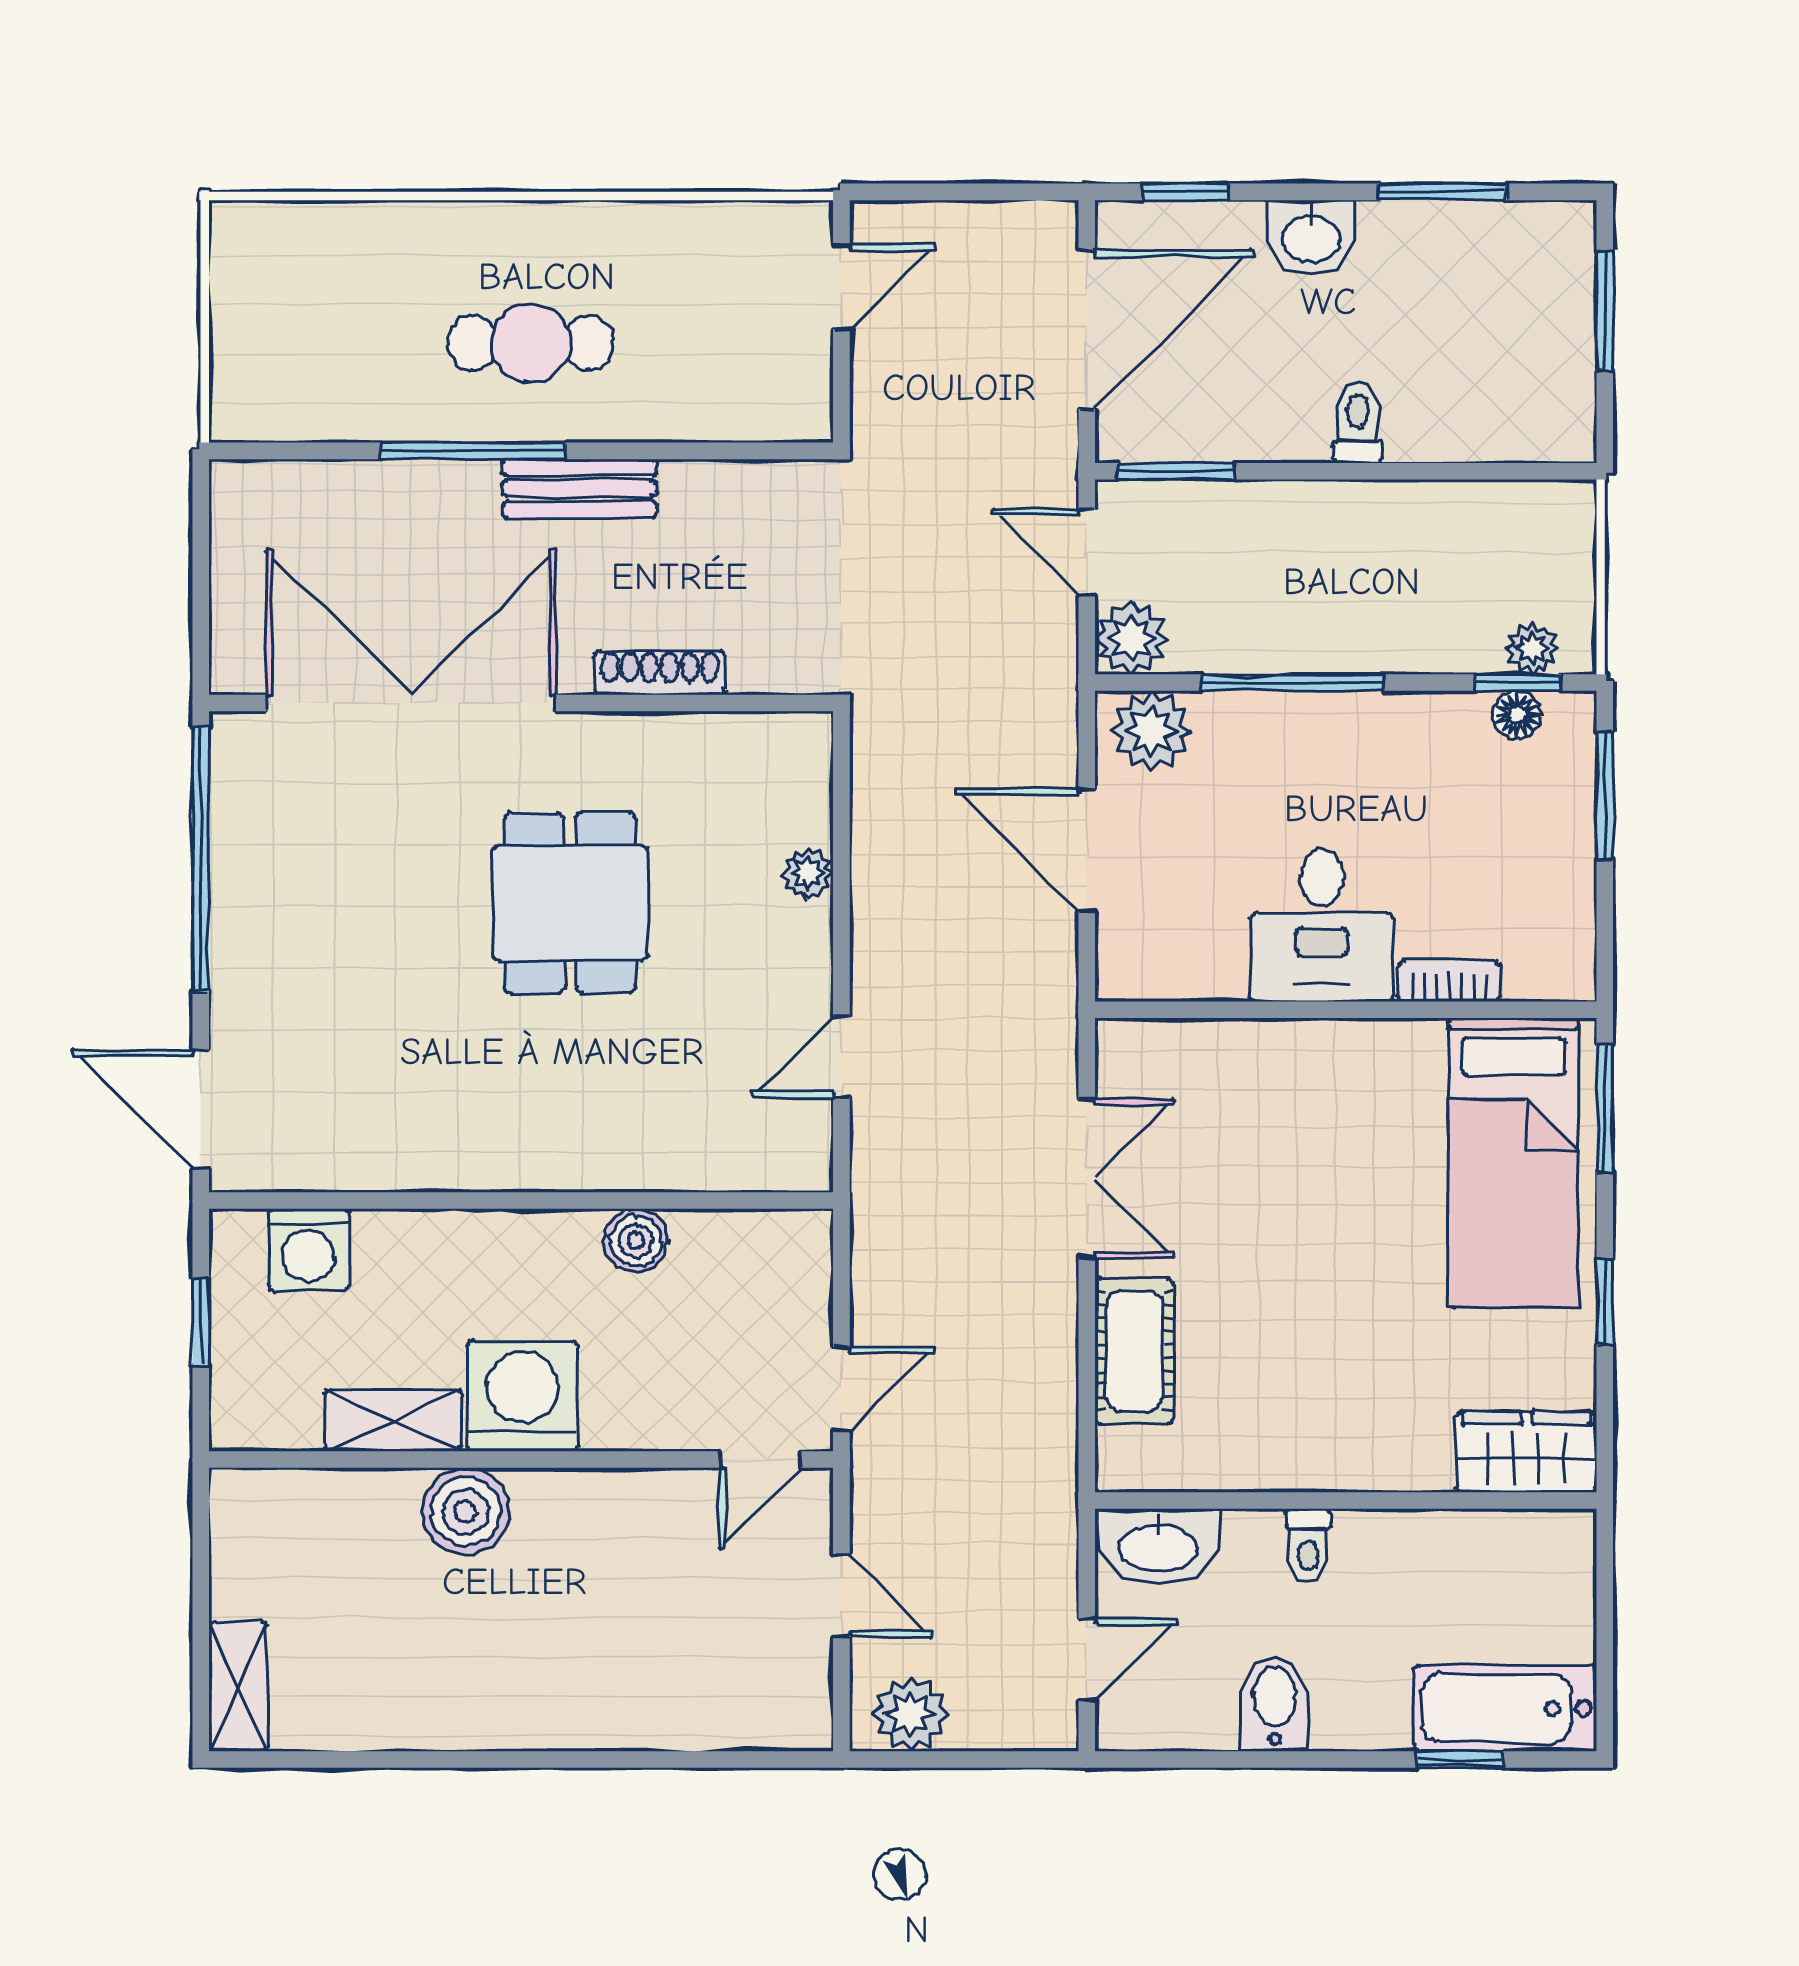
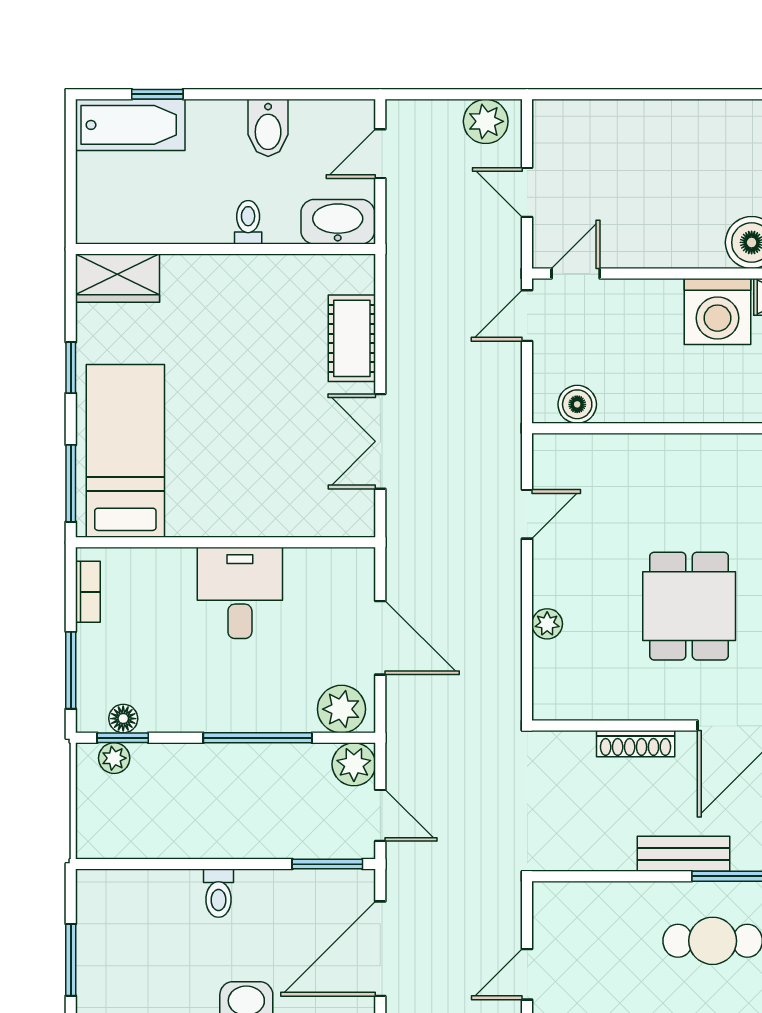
bookcase: (1449, 981) -> (88, 592), moved, turned -90
boiler: (636, 1241) -> (577, 404), moved

